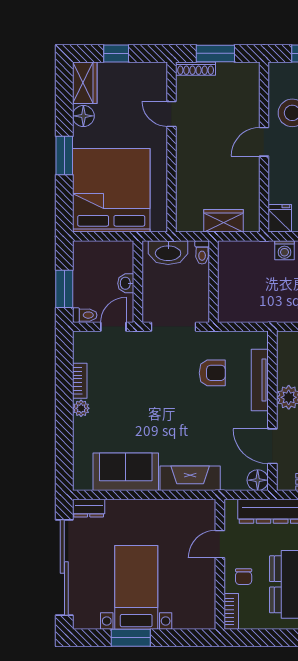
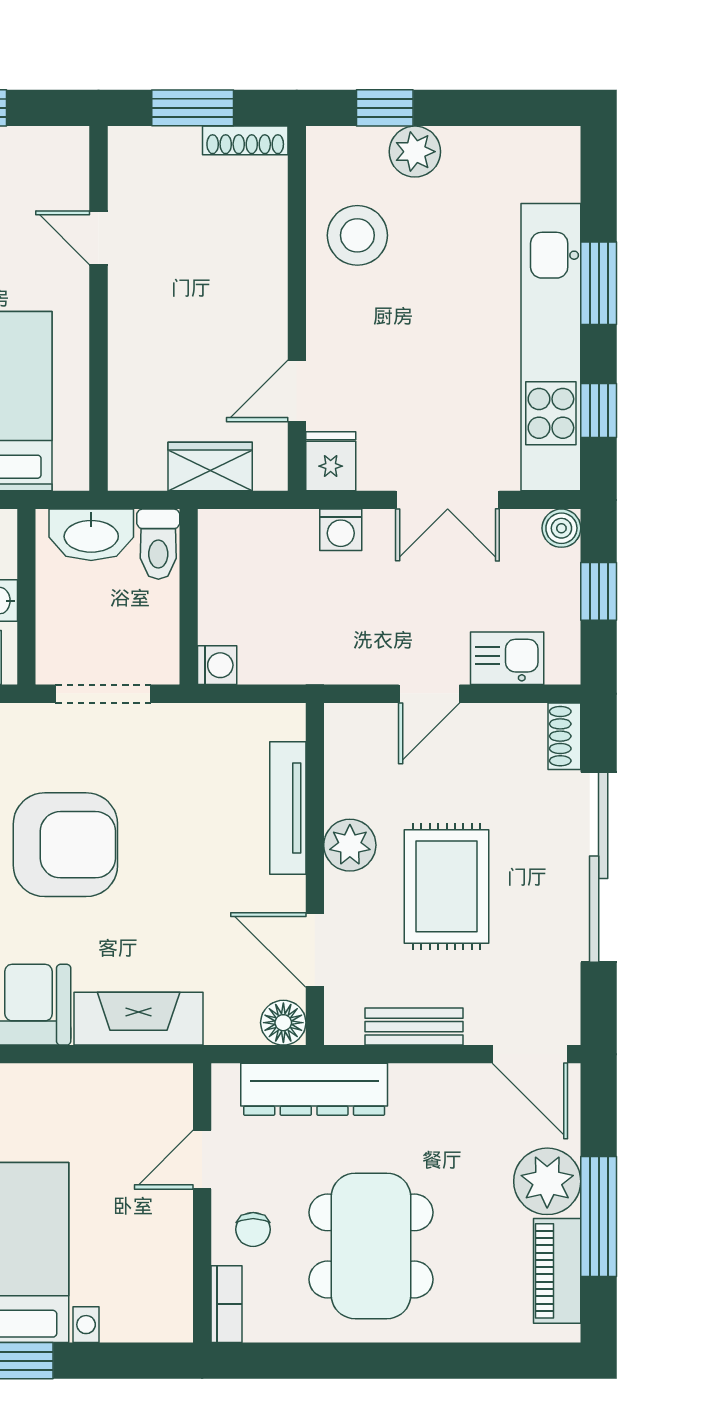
shoe rack: (196, 69) -> (245, 140), moved
door: (264, 142) -> (297, 391), moved
toilet: (202, 252) -> (158, 544), width x1.37, depth x1.39
washing machine: (227, 313) -> (217, 665), added
armchair: (212, 373) -> (65, 845), moved, width x1.88, depth x1.88

